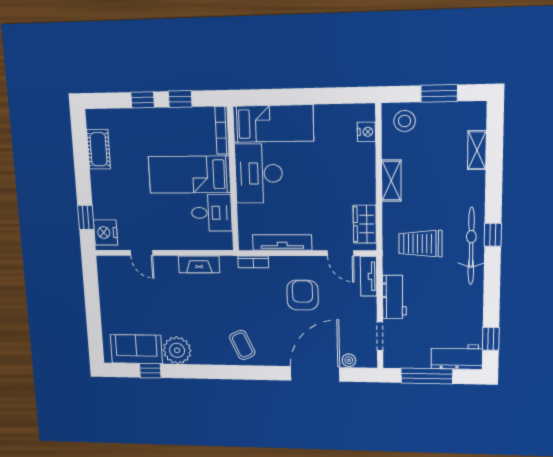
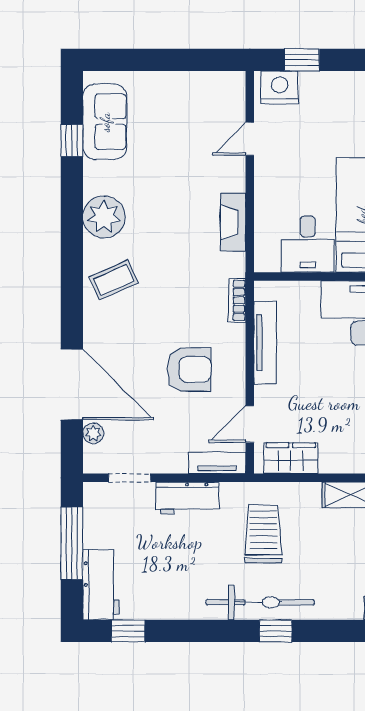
plant: (177, 350) -> (104, 217), moved

